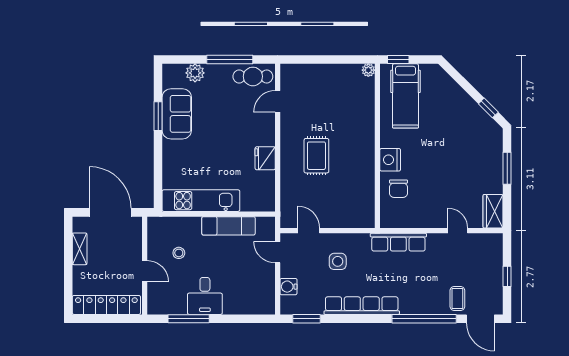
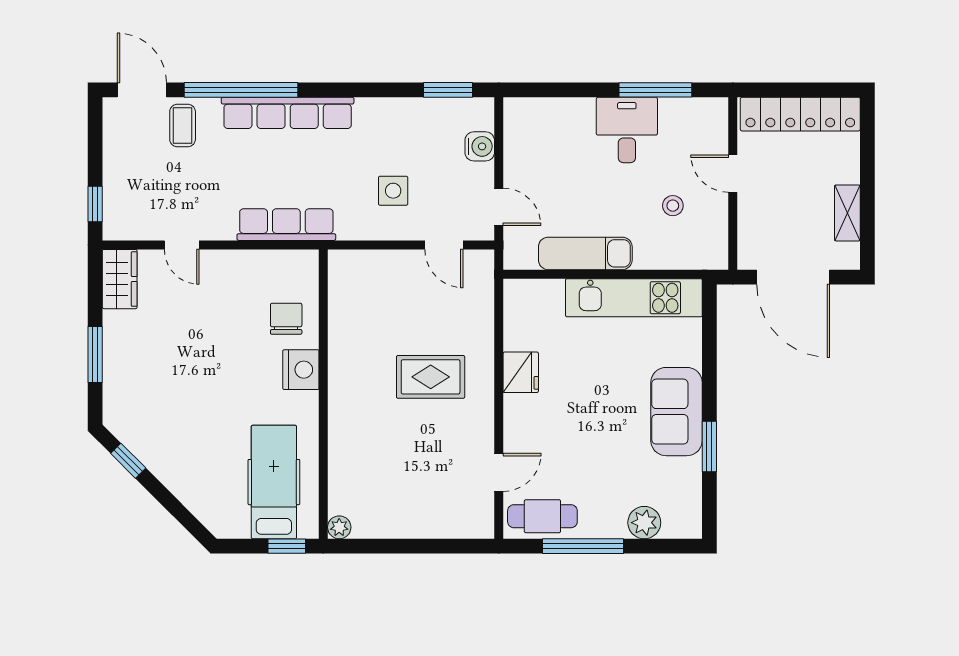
sofa: (177, 114) -> (676, 412), moved
rug: (316, 156) -> (431, 377), turned 90
window: (507, 276) -> (95, 204), moved
row of seats: (362, 306) -> (288, 113), moved

